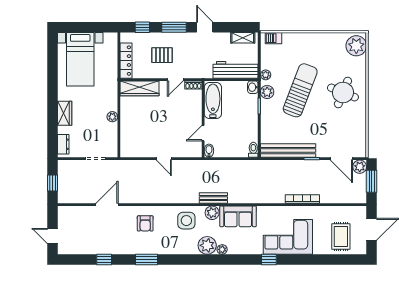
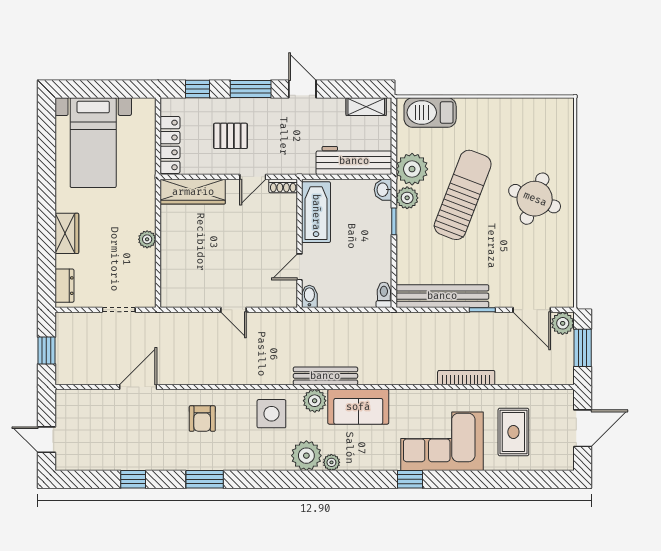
barbecue: (274, 38) -> (430, 113), width x1.88, depth x1.53
plant: (356, 46) -> (557, 120), removed
plant: (266, 75) -> (412, 169), width x1.88, depth x1.88
bench: (213, 198) -> (325, 376), width x1.36
rug: (341, 236) -> (513, 432), moved

